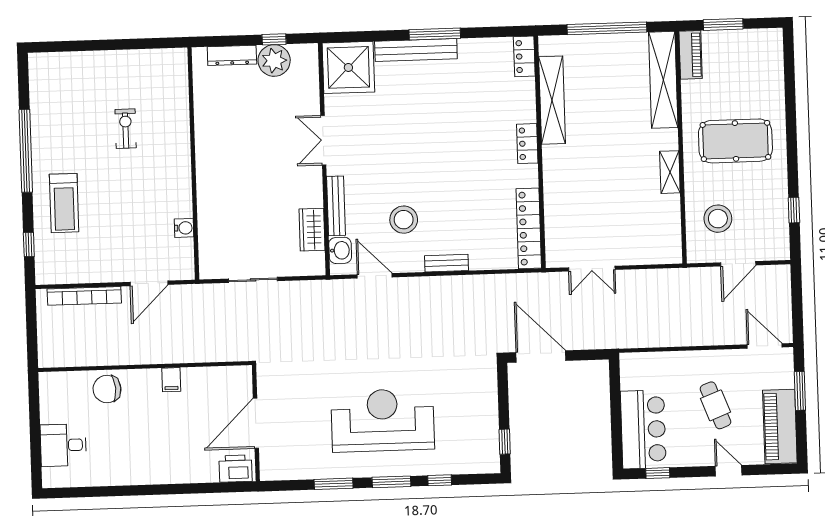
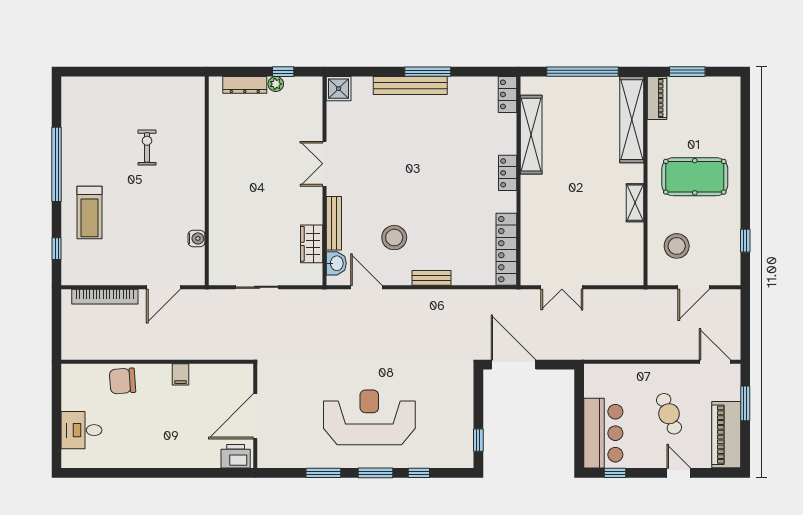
plant: (274, 61) -> (276, 84), width x0.53, depth x0.53
shower: (348, 67) -> (339, 89), width x0.54, depth x0.54

